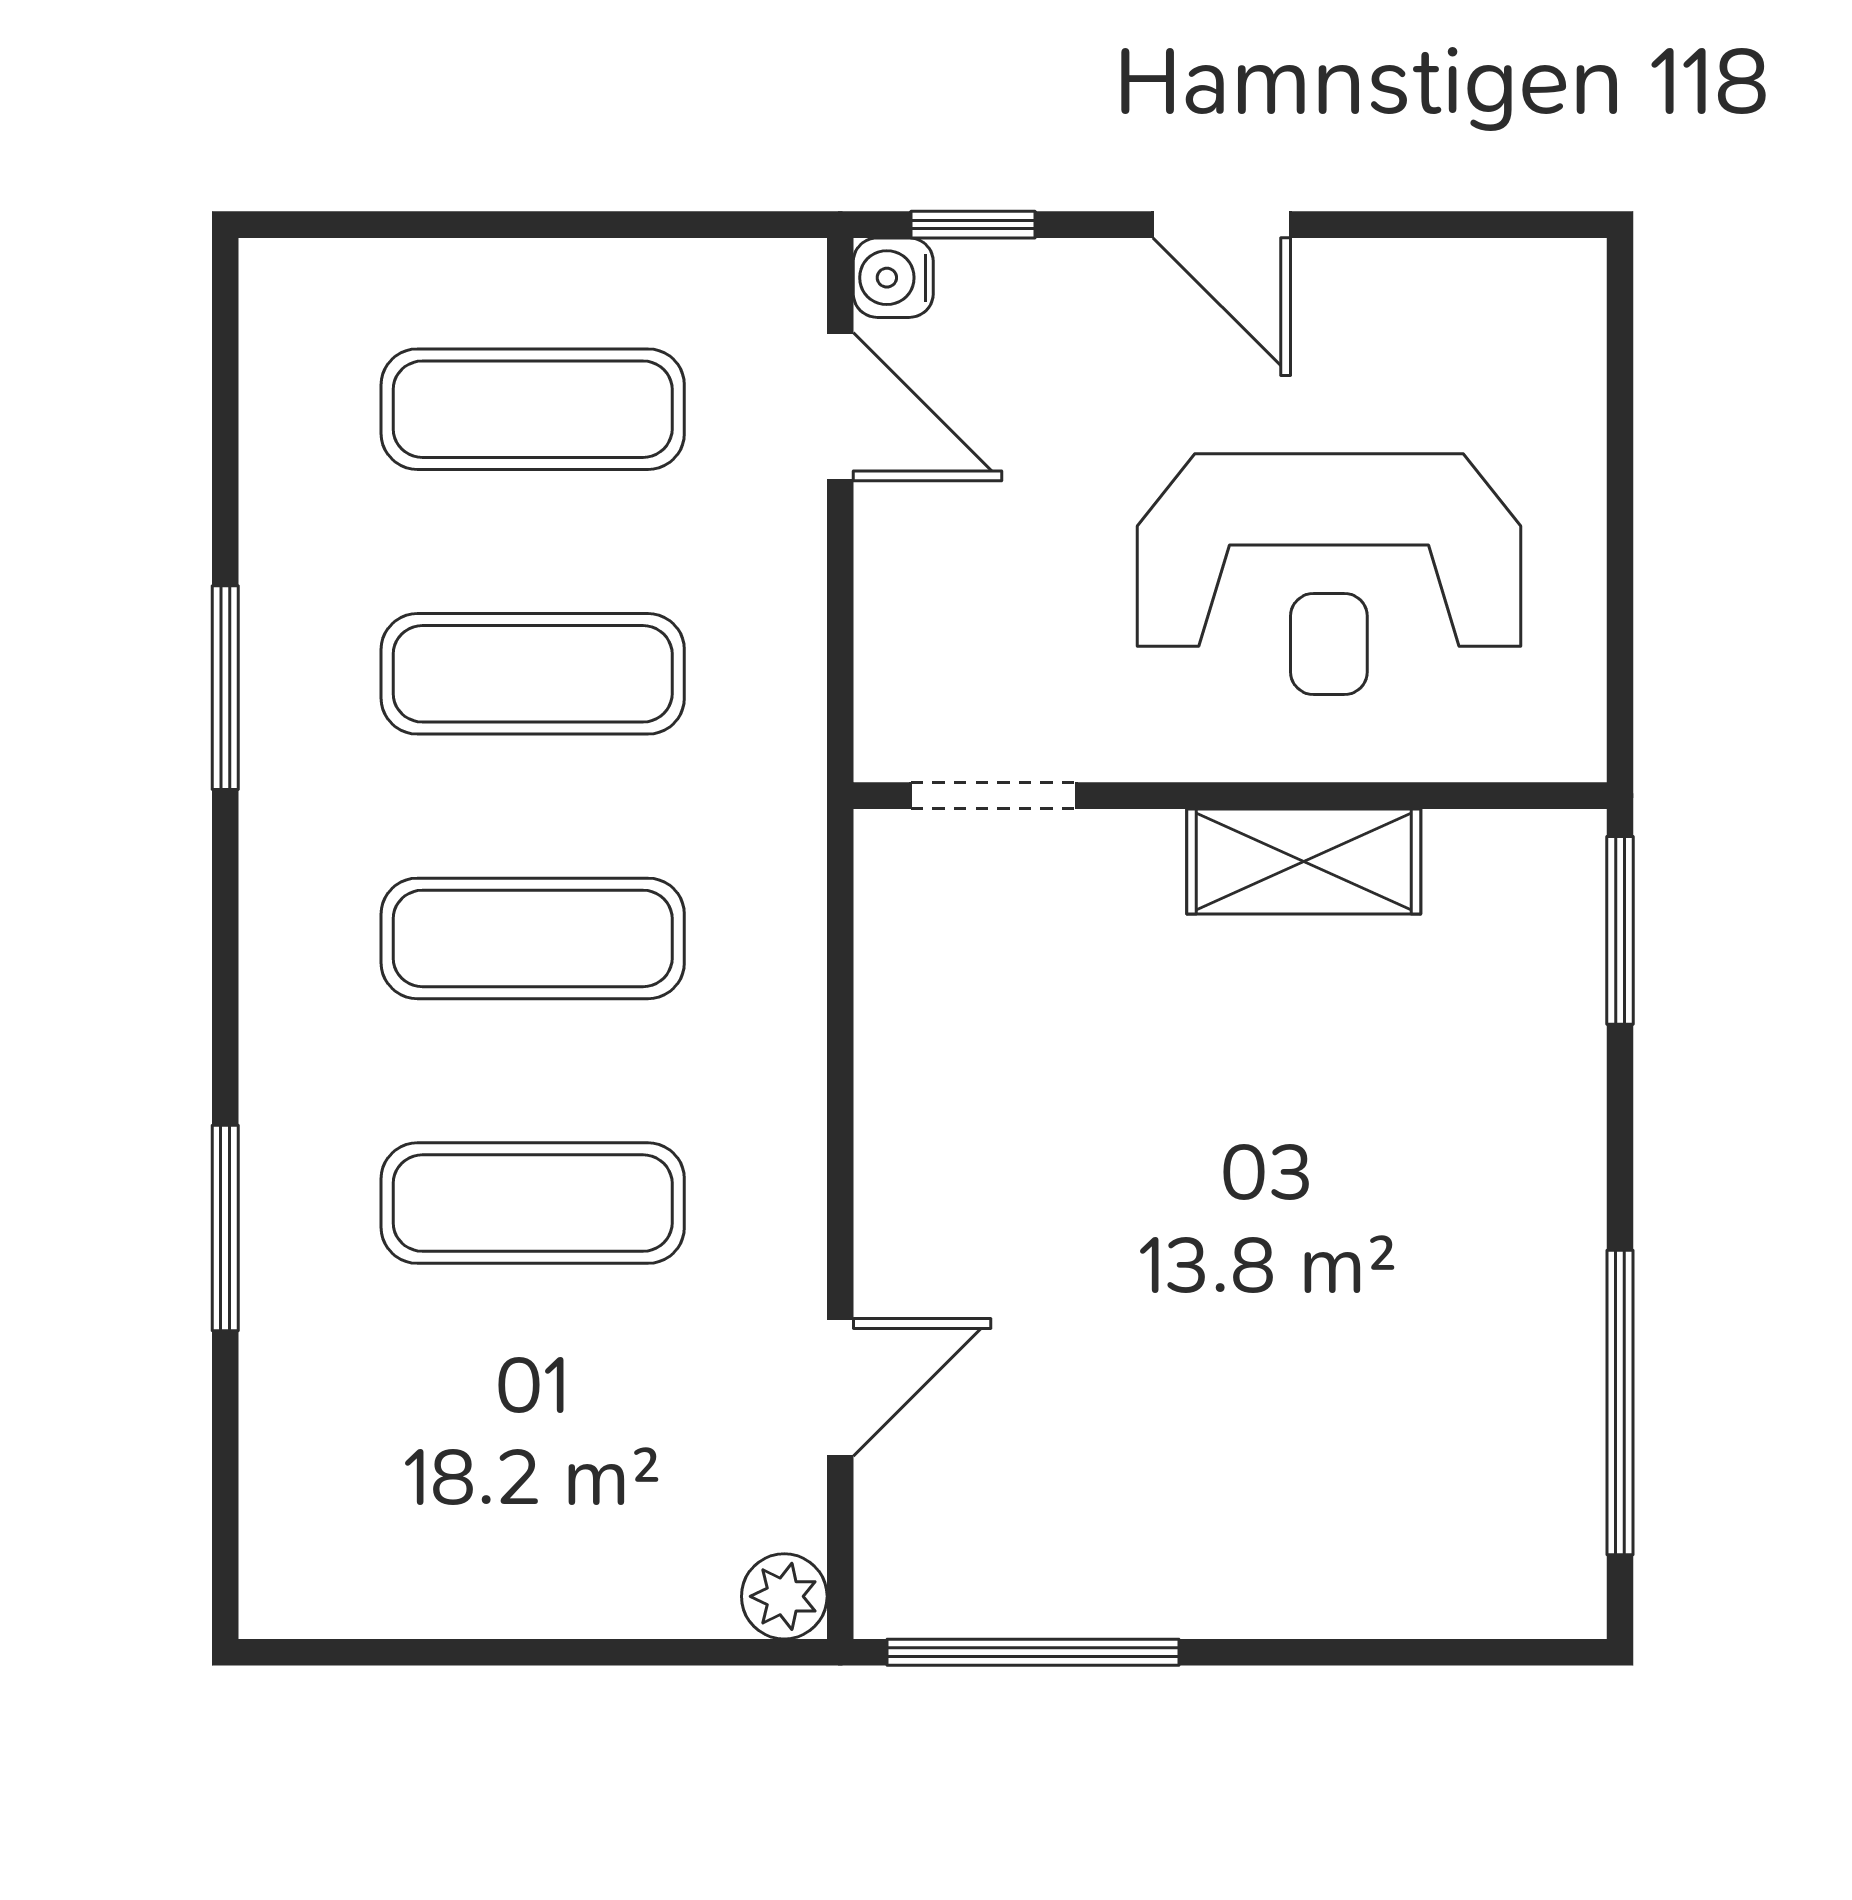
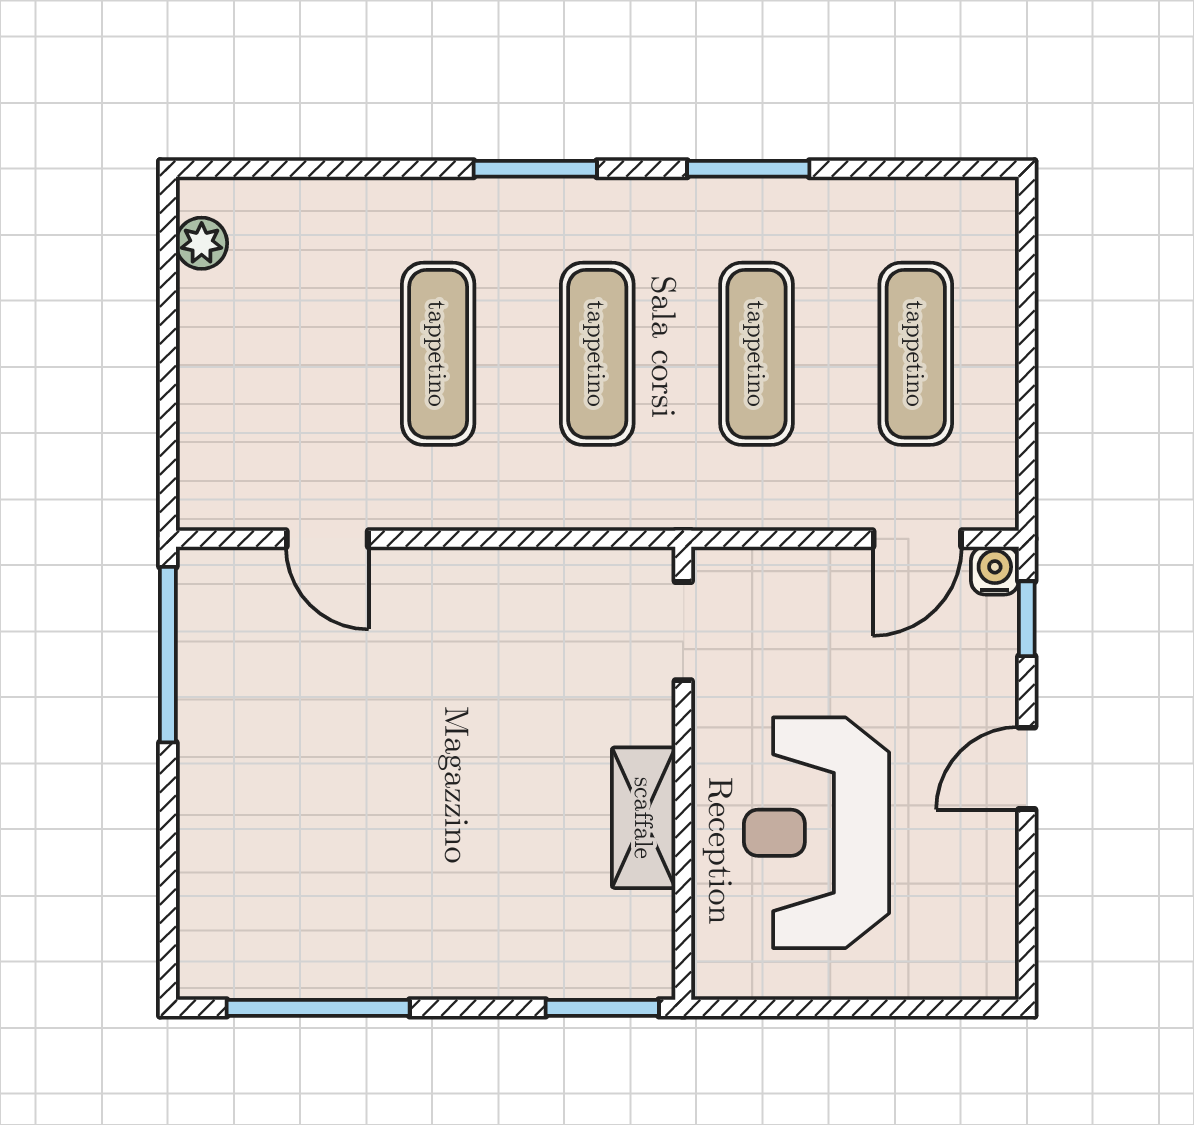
window: (225, 1228) -> (535, 169), moved
plant: (784, 1596) -> (202, 243), moved

